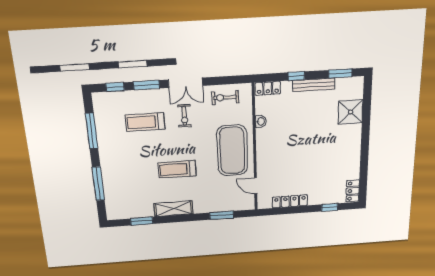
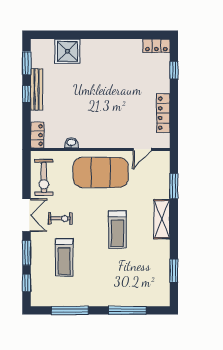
window: (296, 76) -> (27, 94), moved
exercise bike: (225, 97) -> (44, 177), width x1.38, depth x1.39
shelving: (173, 209) -> (162, 219), moved

